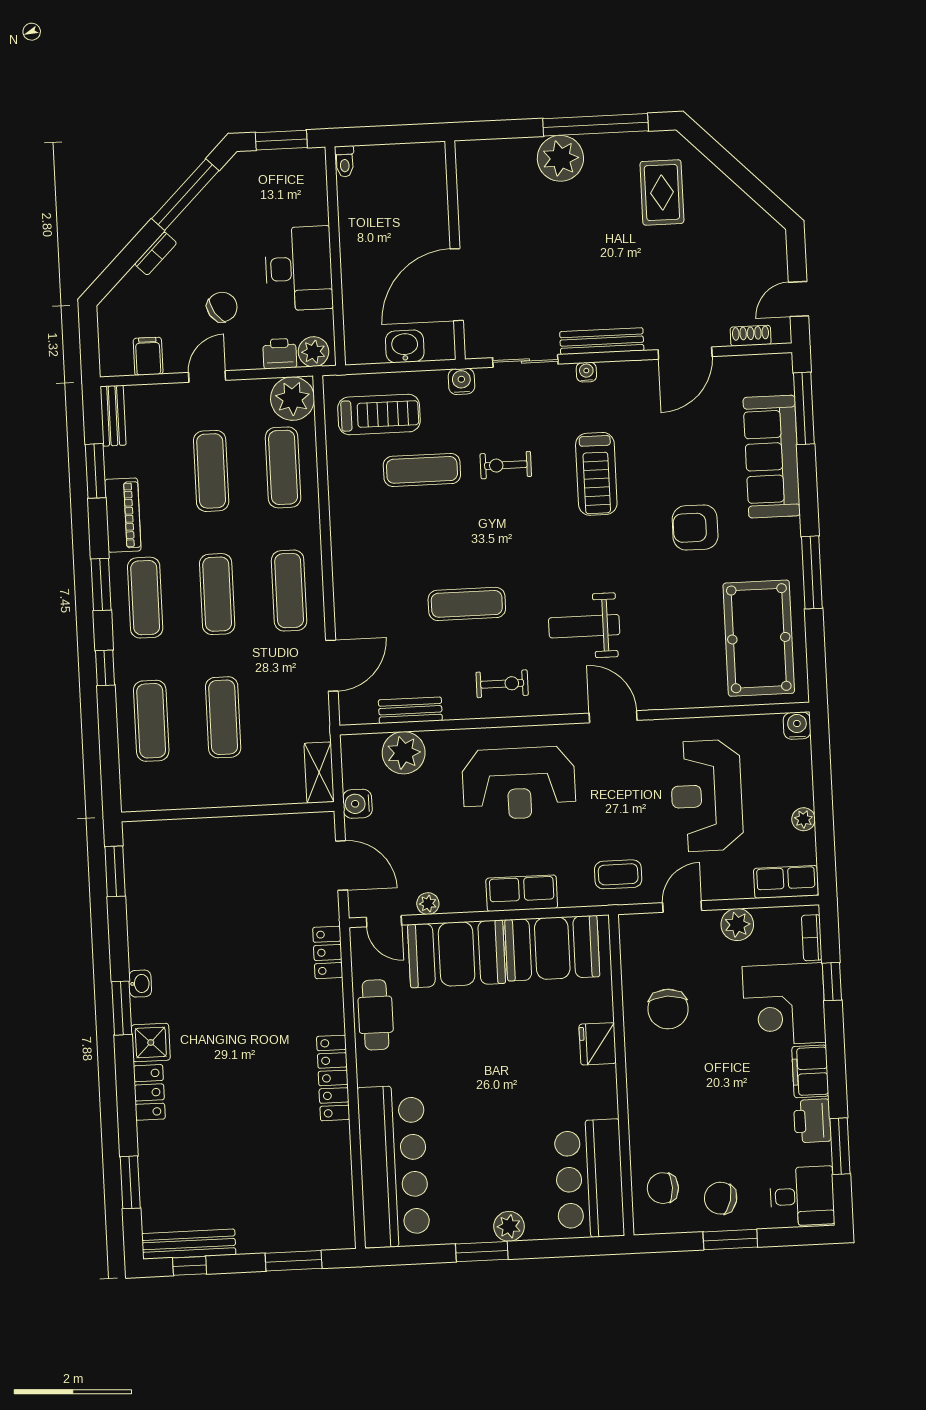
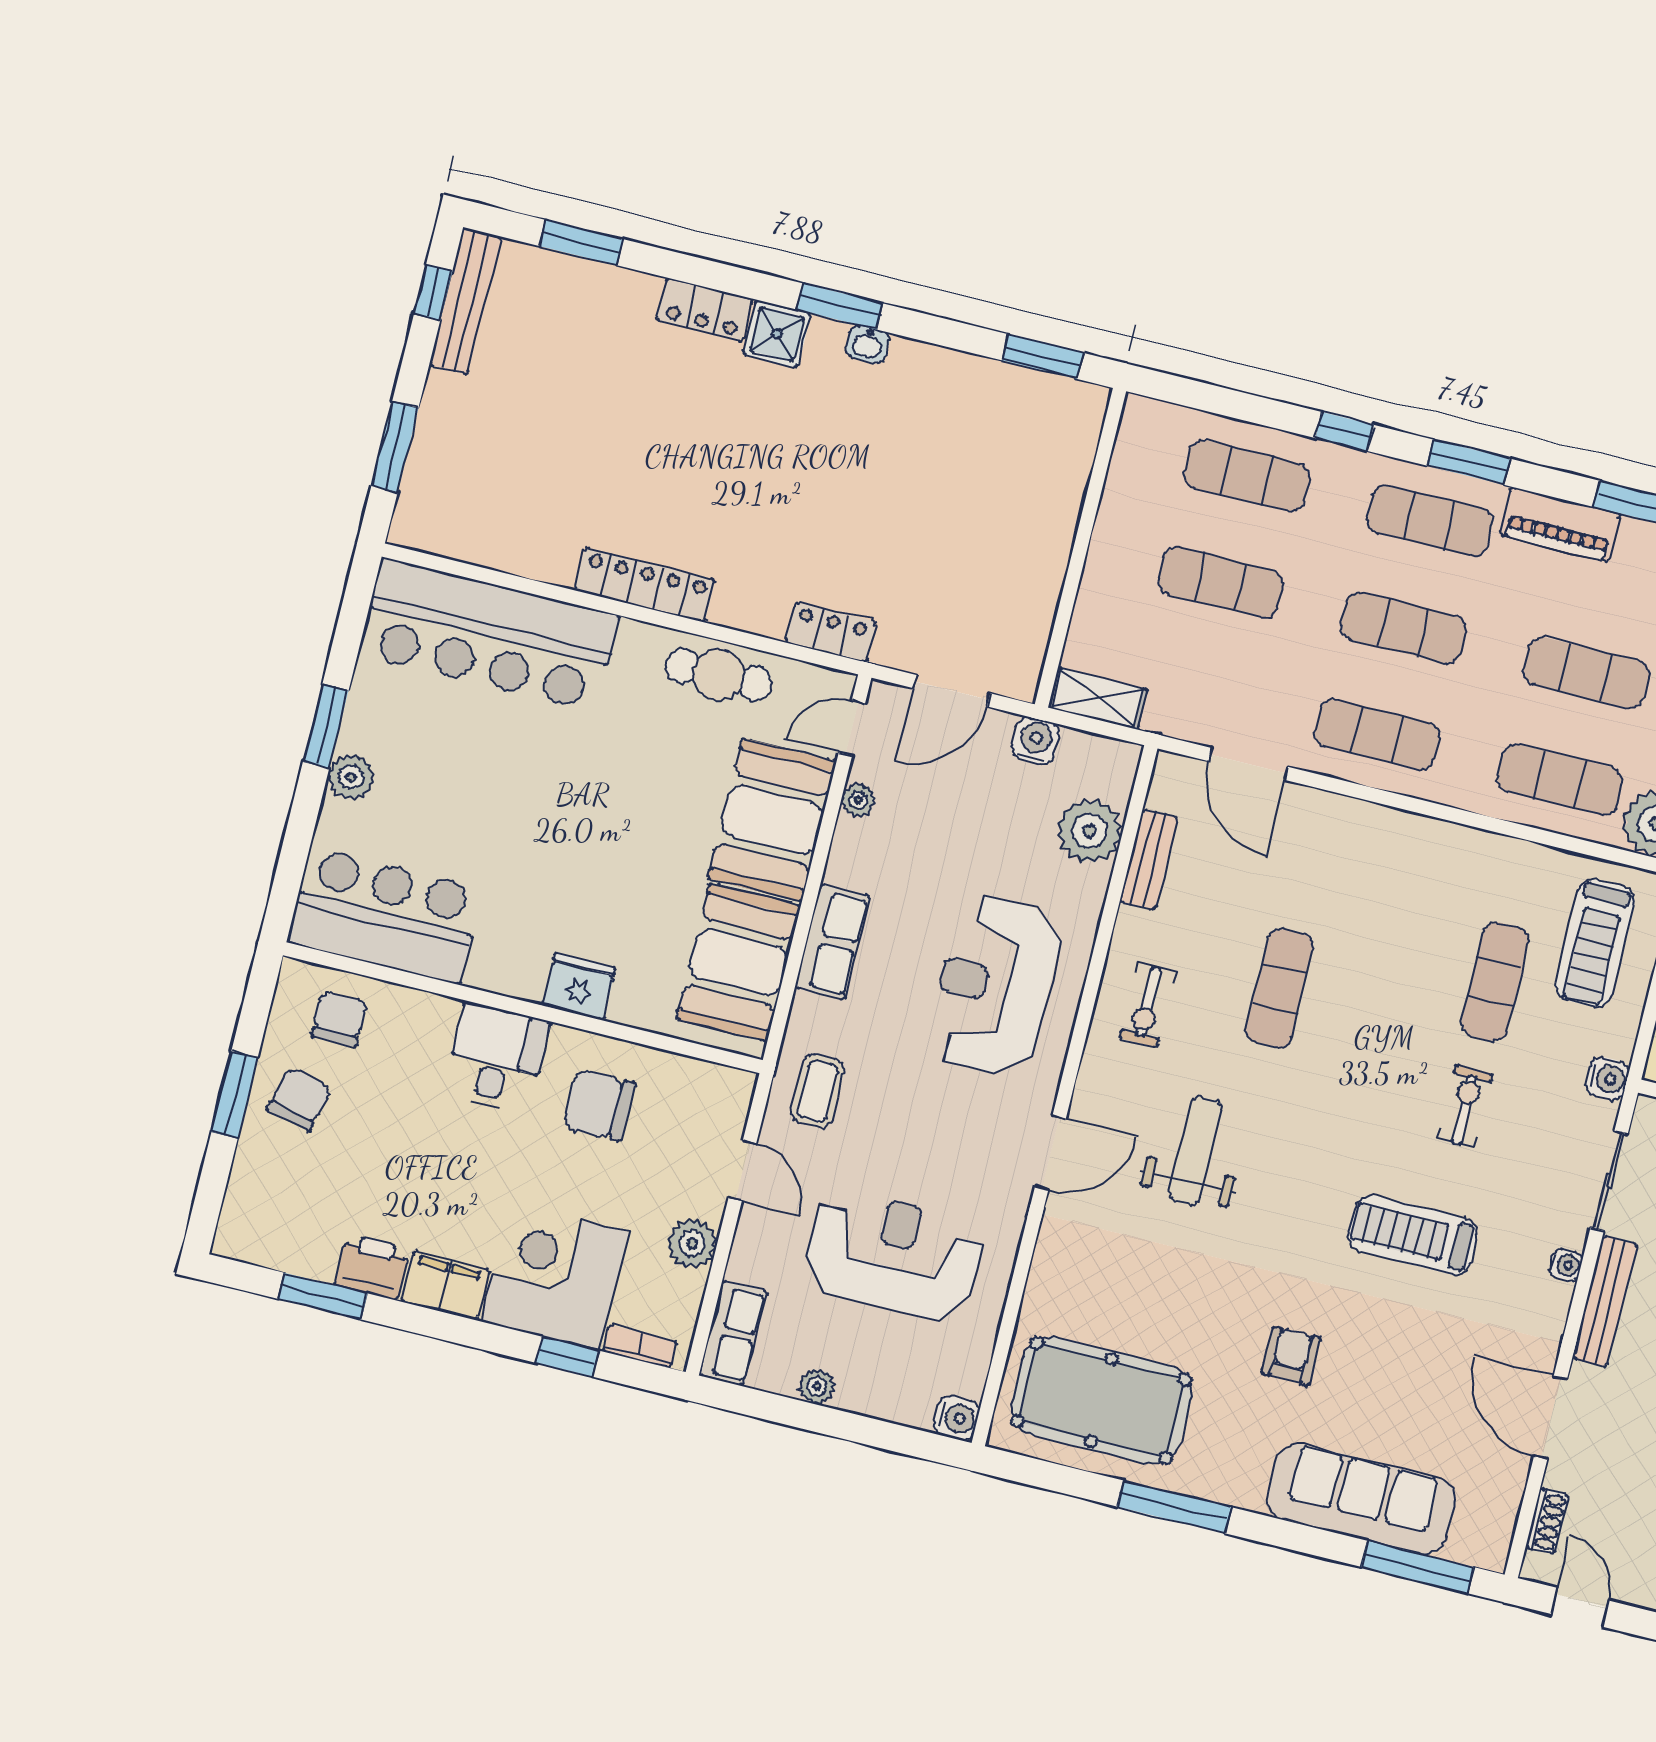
armchair: (695, 527) -> (1291, 1356), width x0.72, depth x0.72
desk: (802, 1196) -> (496, 1057), moved, turned 180

